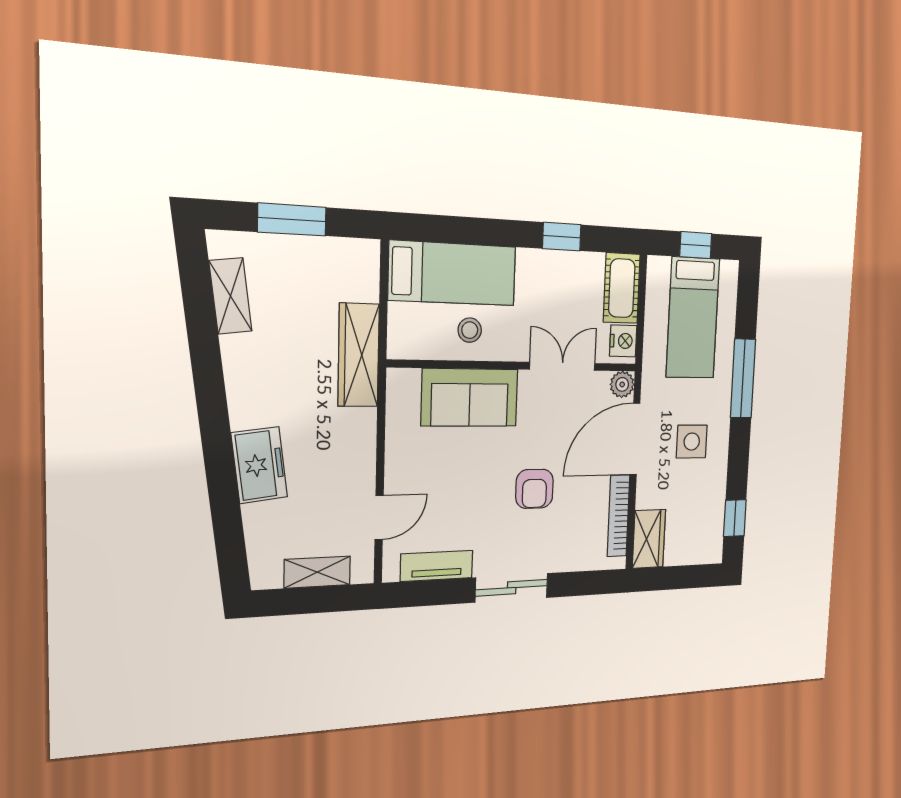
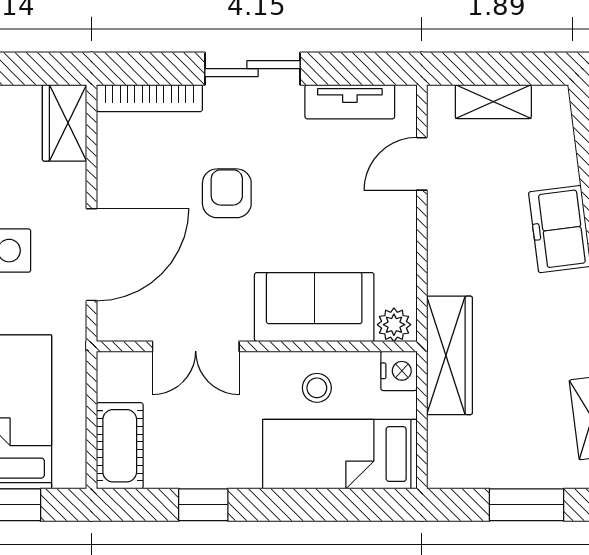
nightstand: (623, 341) -> (399, 371), moved, turned 180
plant: (622, 384) -> (394, 325), moved
bookcase: (619, 516) -> (149, 98), moved, turned 90

